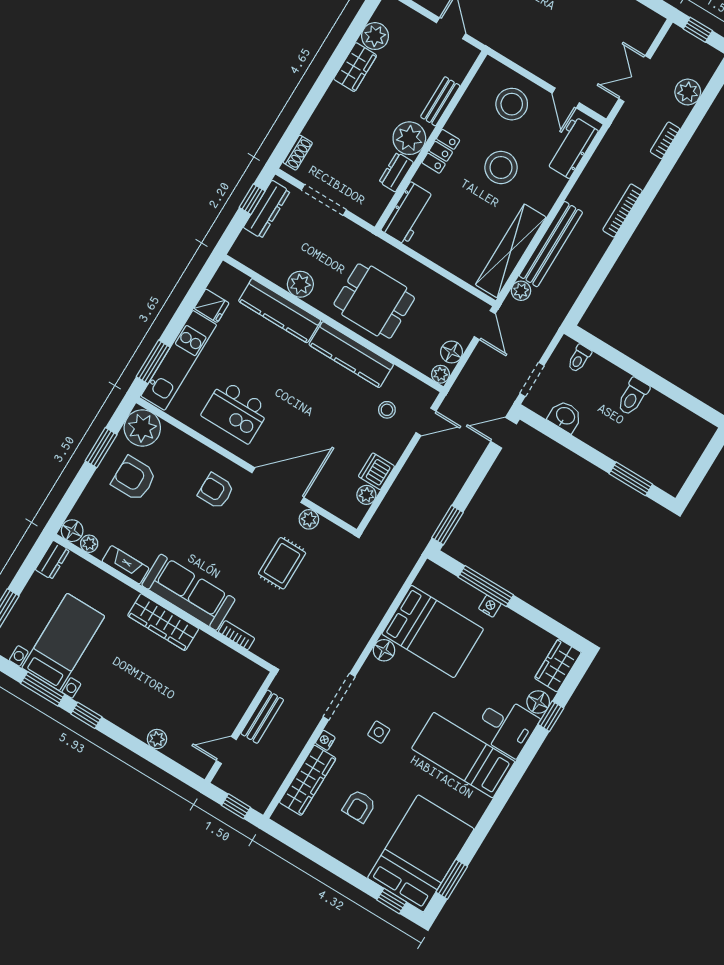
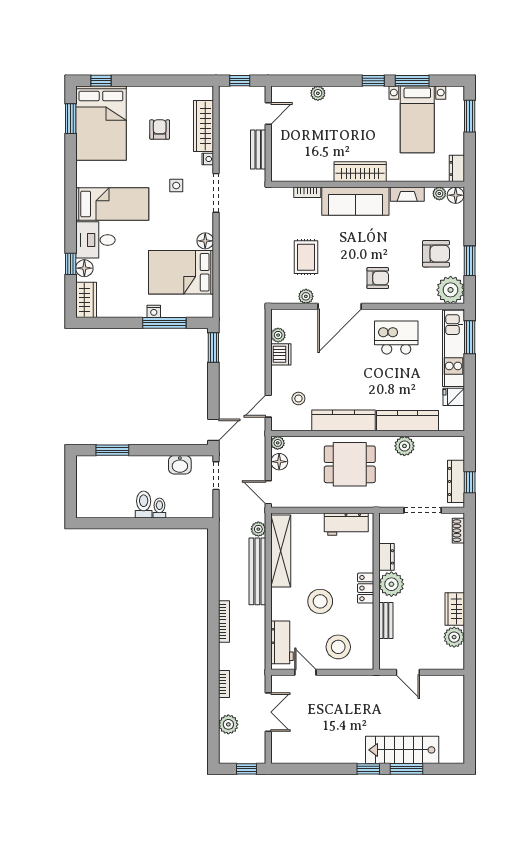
workbench: (408, 213) -> (346, 524), moved, turned -90
toilet: (579, 358) -> (159, 508), moved

